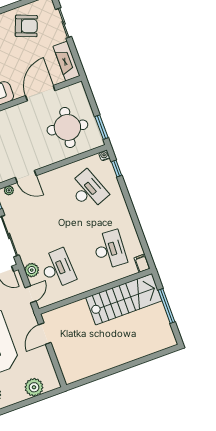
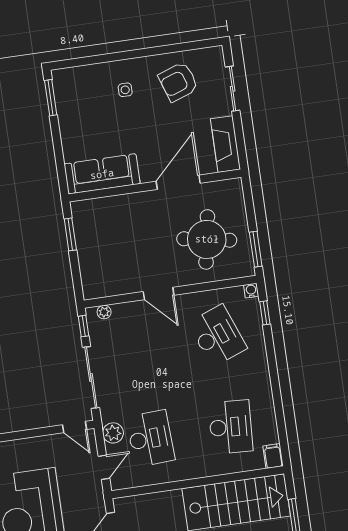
armchair: (26, 26) -> (178, 82), turned 140
door: (26, 177) -> (159, 293), moved

